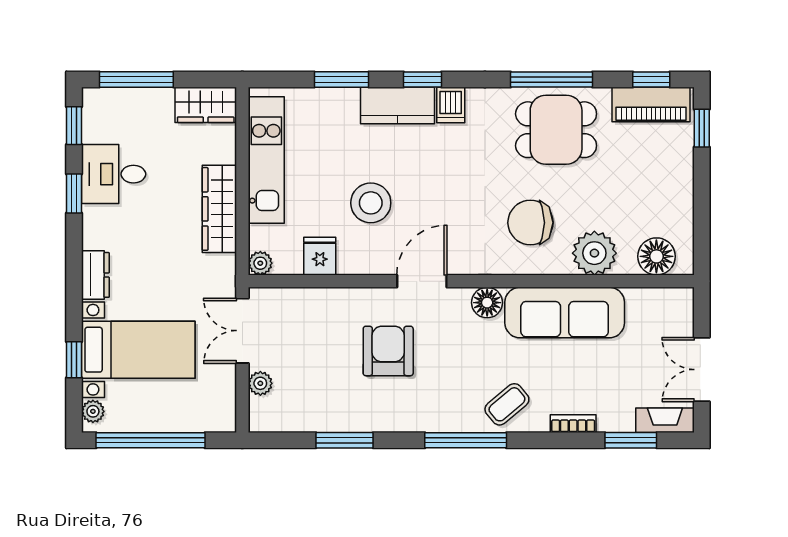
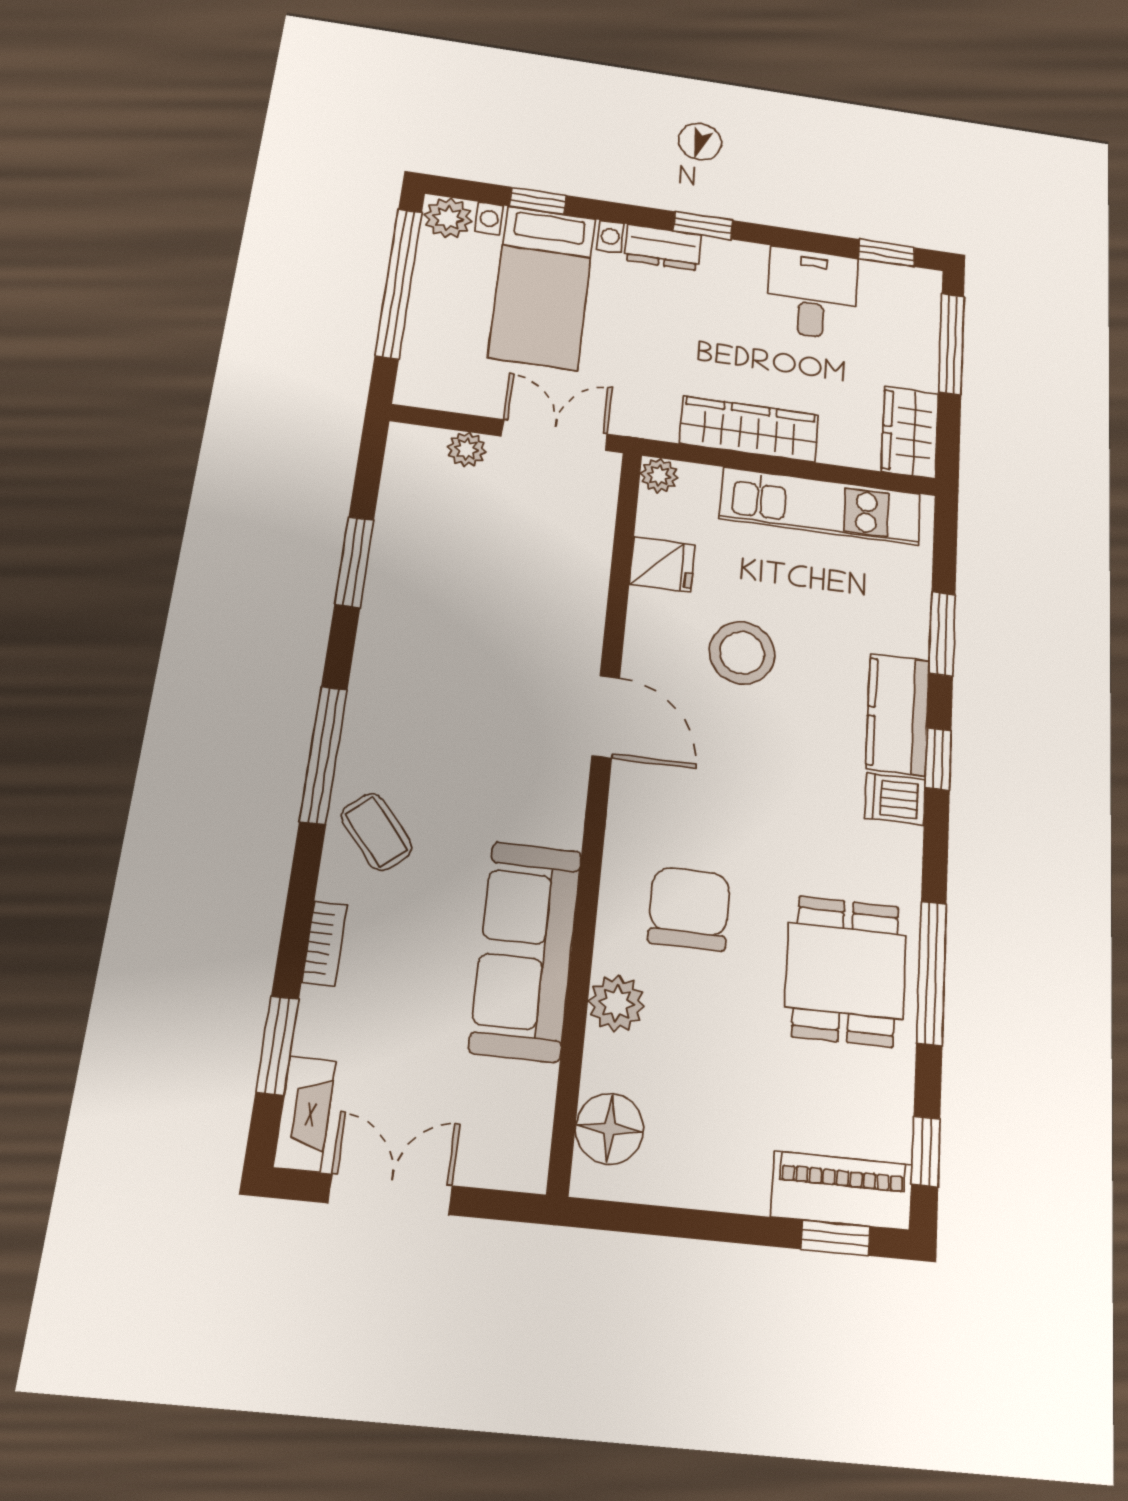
piano: (651, 104) -> (842, 1191), moved, turned 90
window: (74, 194) -> (703, 225), moved
plant: (594, 253) -> (617, 1003), width x0.73, depth x0.73
floor lamp: (487, 303) -> (558, 819), removed
armchair: (388, 351) -> (495, 649), removed
plant: (93, 411) -> (448, 218), width x1.38, depth x1.38

